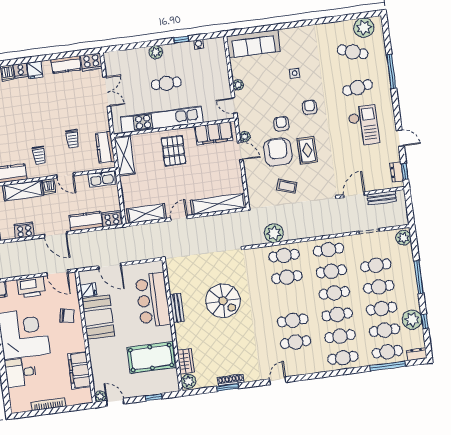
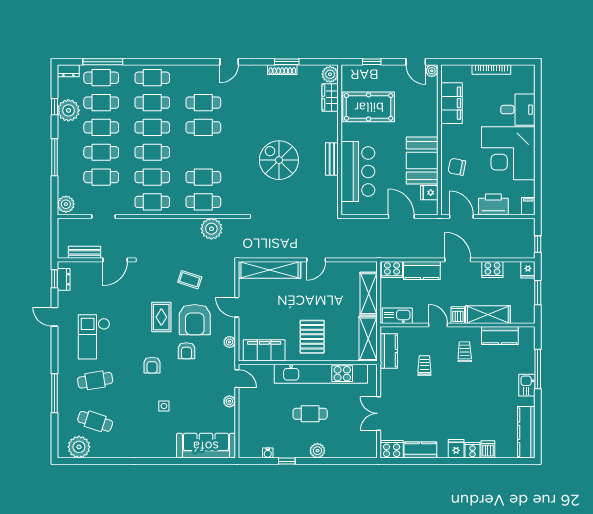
door: (240, 151) -> (237, 307), moved
shelving: (146, 214) -> (369, 294), moved, turned 90

